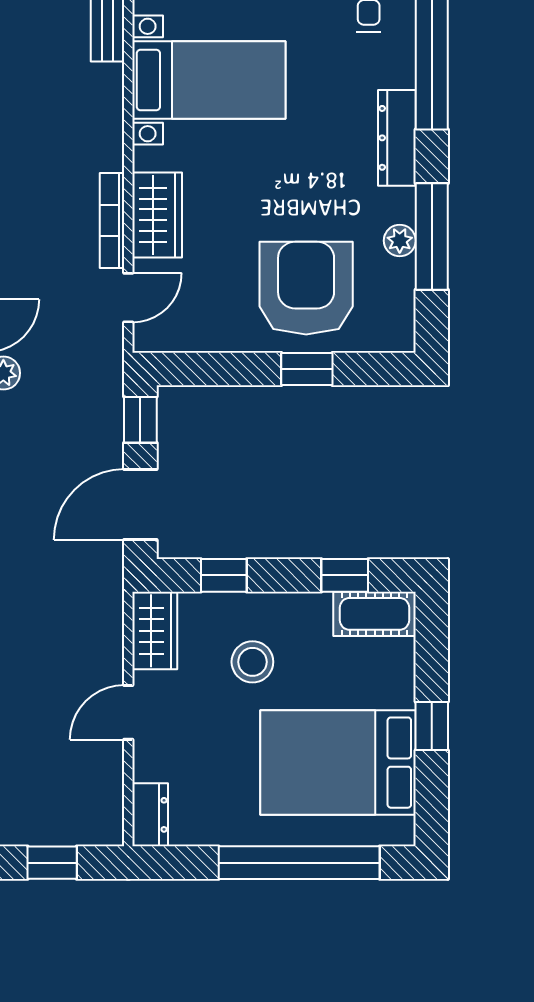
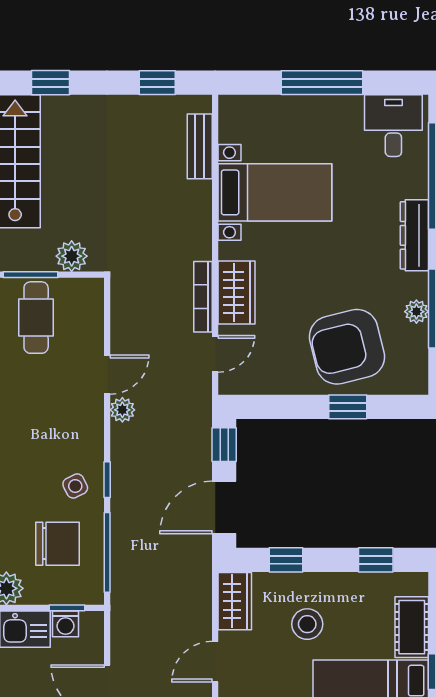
armchair: (306, 288) -> (347, 347), turned -104
cot: (375, 614) -> (412, 627), moved, turned 90

